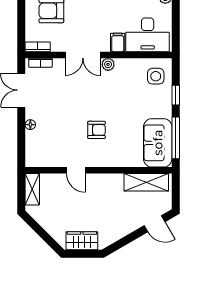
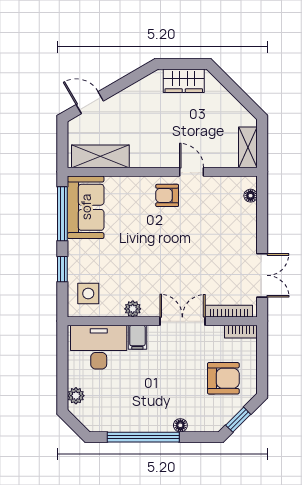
bookcase: (40, 63) -> (229, 311), width x1.56
plant: (108, 64) -> (133, 309), moved
floor lamp: (30, 125) -> (251, 196), moved
armchair: (97, 130) -> (167, 195), moved

